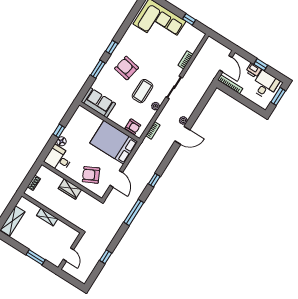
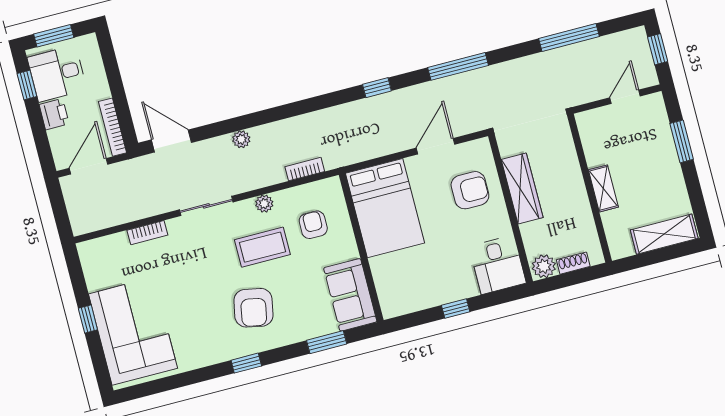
window: (189, 19) -> (88, 319), moved
window: (261, 65) -> (27, 85), moved
window: (98, 69) -> (327, 342), moved
armchair: (133, 127) -> (313, 225), moved
door: (182, 135) -> (171, 141), moved
floor lamp: (61, 141) -> (467, 288), removed
plant: (43, 173) -> (544, 266), added
armchair: (91, 175) -> (470, 190), turned -64
wardrobe: (70, 189) -> (522, 188), width x1.50
window: (106, 257) -> (569, 38), width x2.17
window: (72, 281) -> (658, 49), added

